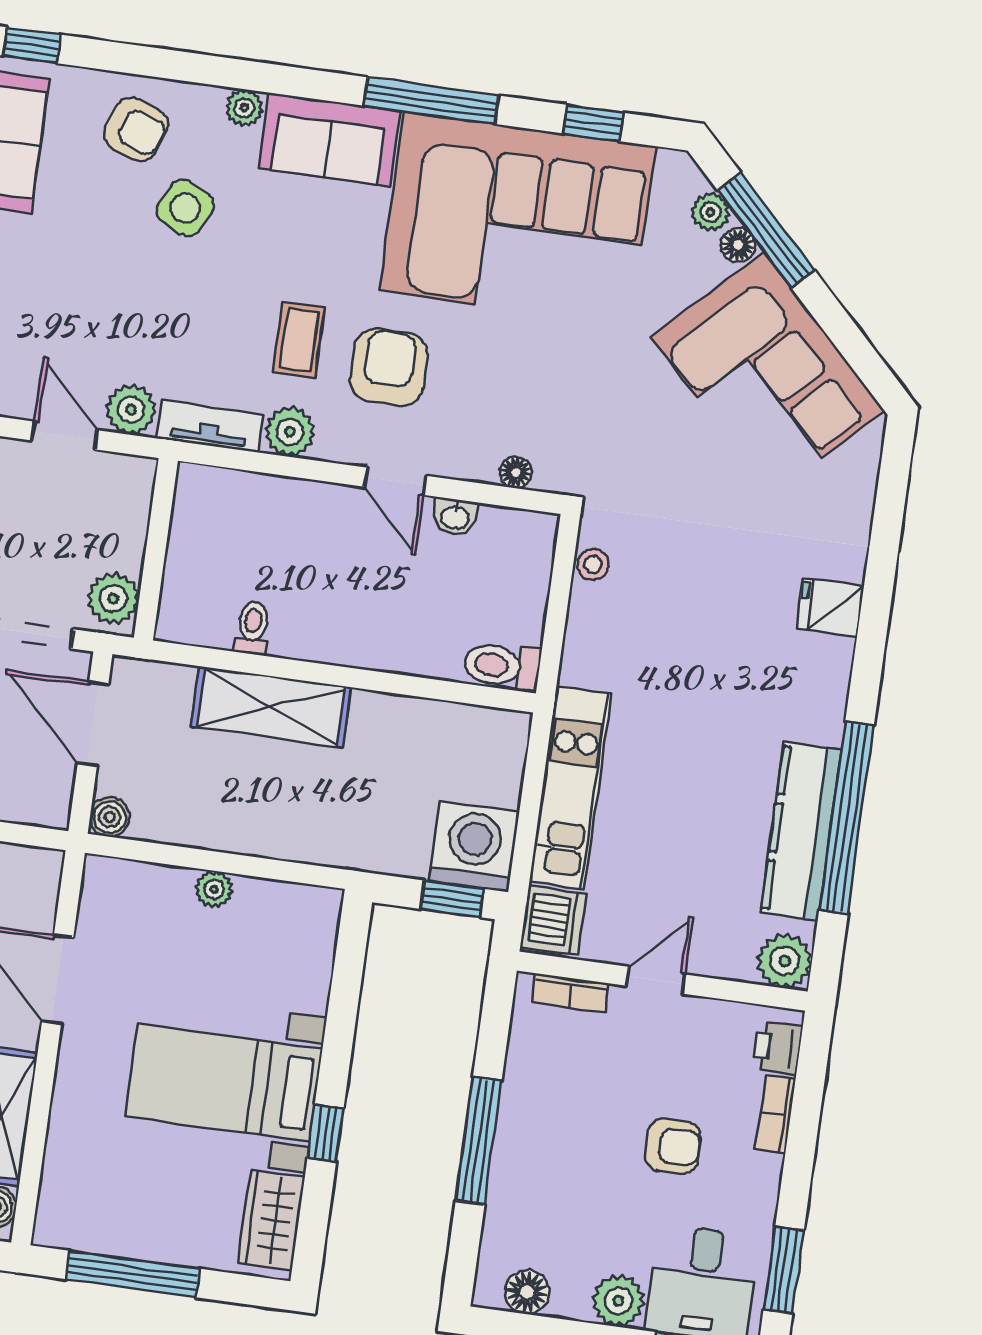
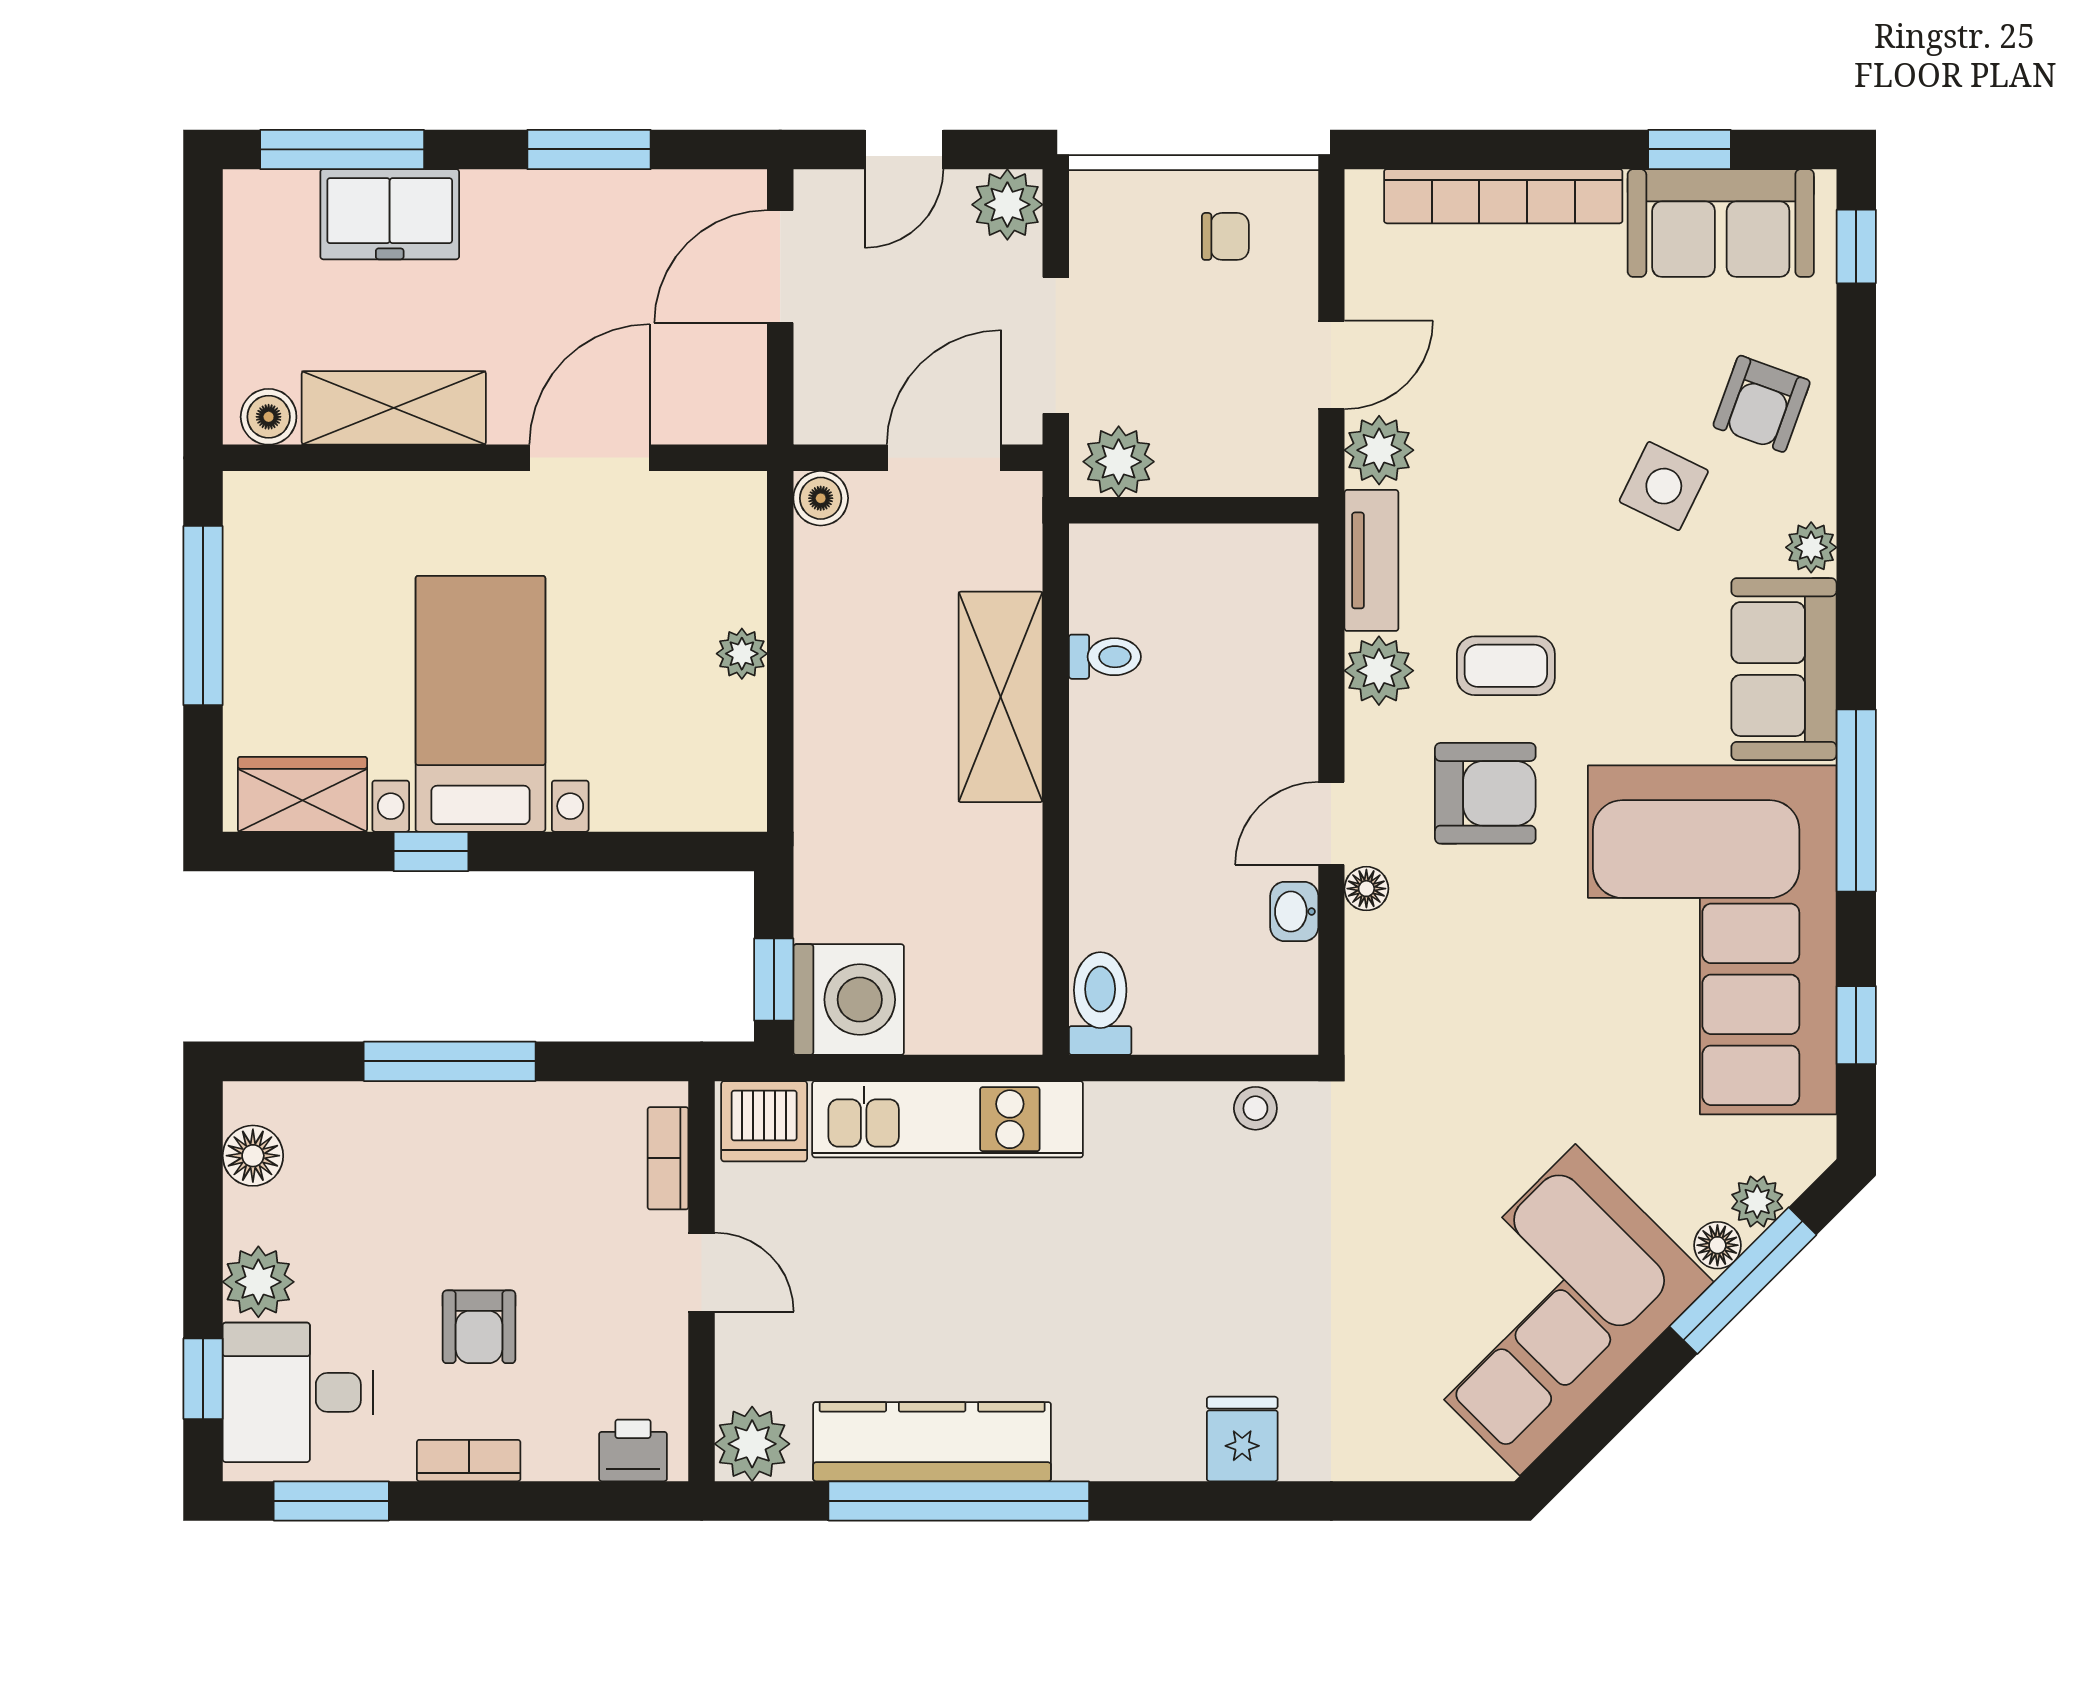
floor lamp: (516, 472) -> (1366, 889), moved
bookcase: (776, 1114) -> (469, 1461), moved

